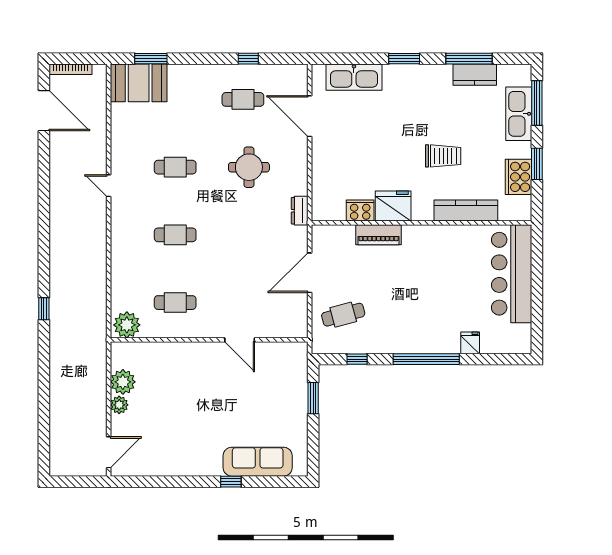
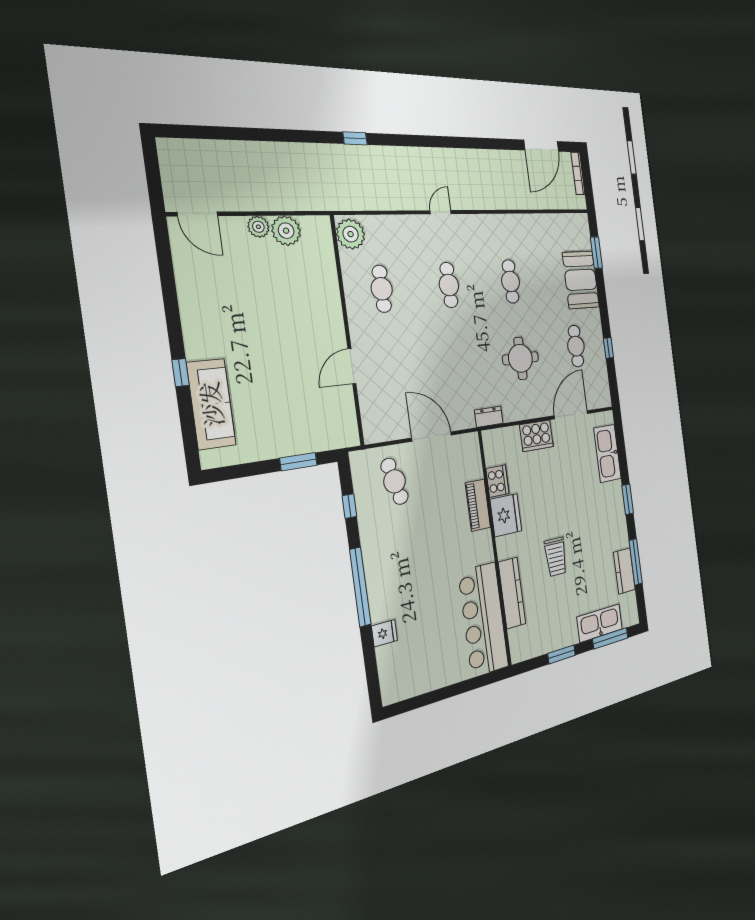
booth: (139, 83) -> (581, 280), moved
cooker: (519, 177) -> (536, 436), moved, turned 180
door: (109, 186) -> (441, 212), moved
bar counter: (512, 274) -> (483, 619), moved, turned -90

